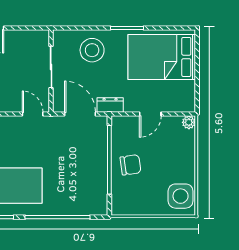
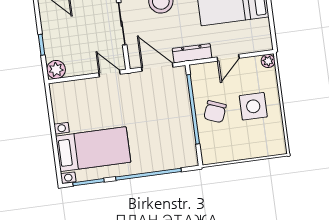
dresser: (110, 105) -> (192, 53), width x1.44
chair: (130, 165) -> (215, 112), turned 119
side table: (181, 196) -> (253, 106), moved

